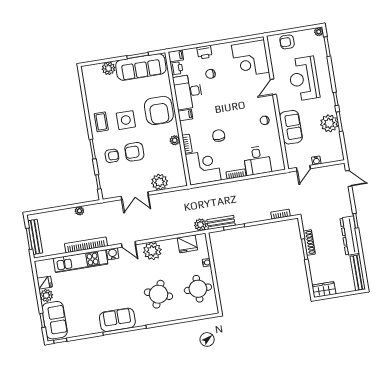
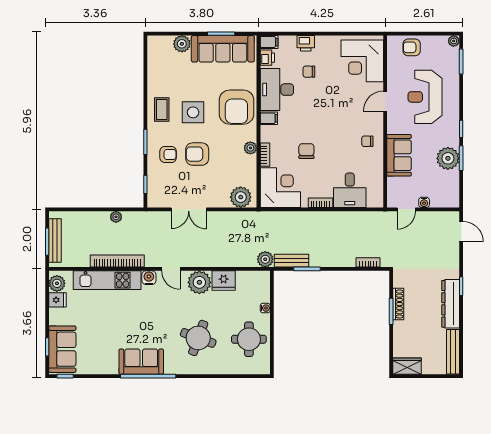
plant: (160, 182) -> (241, 197), moved
fridge: (187, 244) -> (224, 281), moved
plant: (46, 296) -> (57, 283), moved

